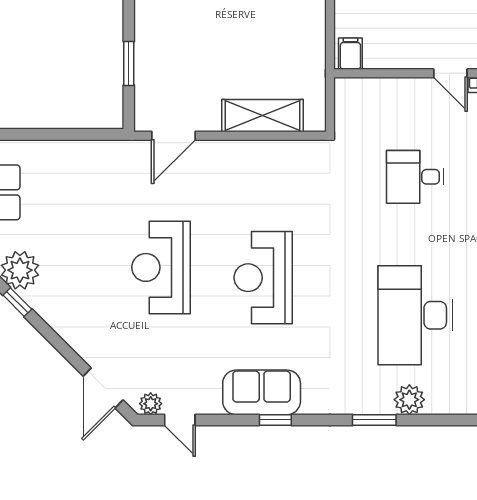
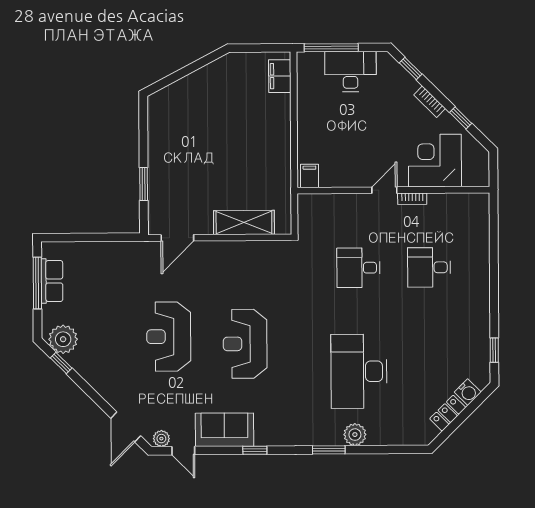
door: (450, 73) -> (384, 190), swing flipped
sofa: (262, 392) -> (224, 430), moved

